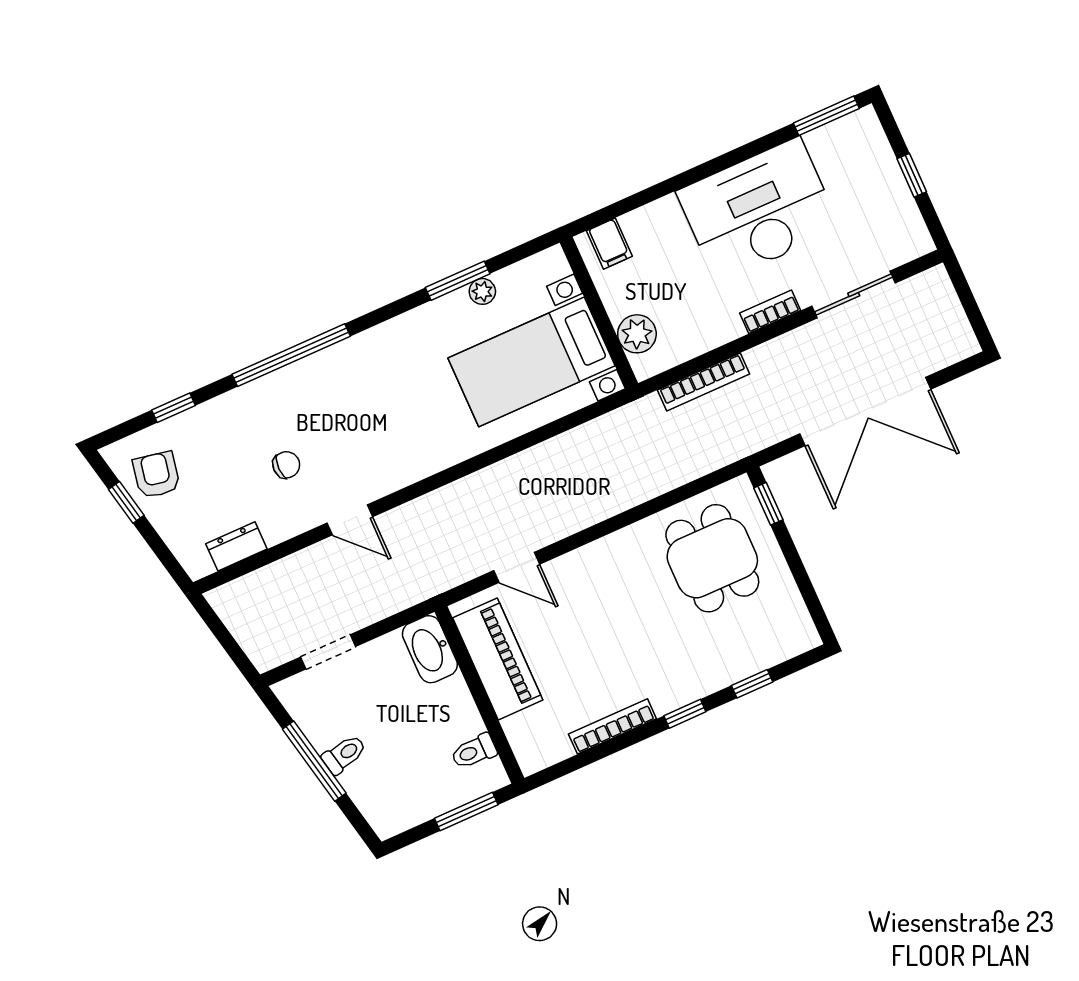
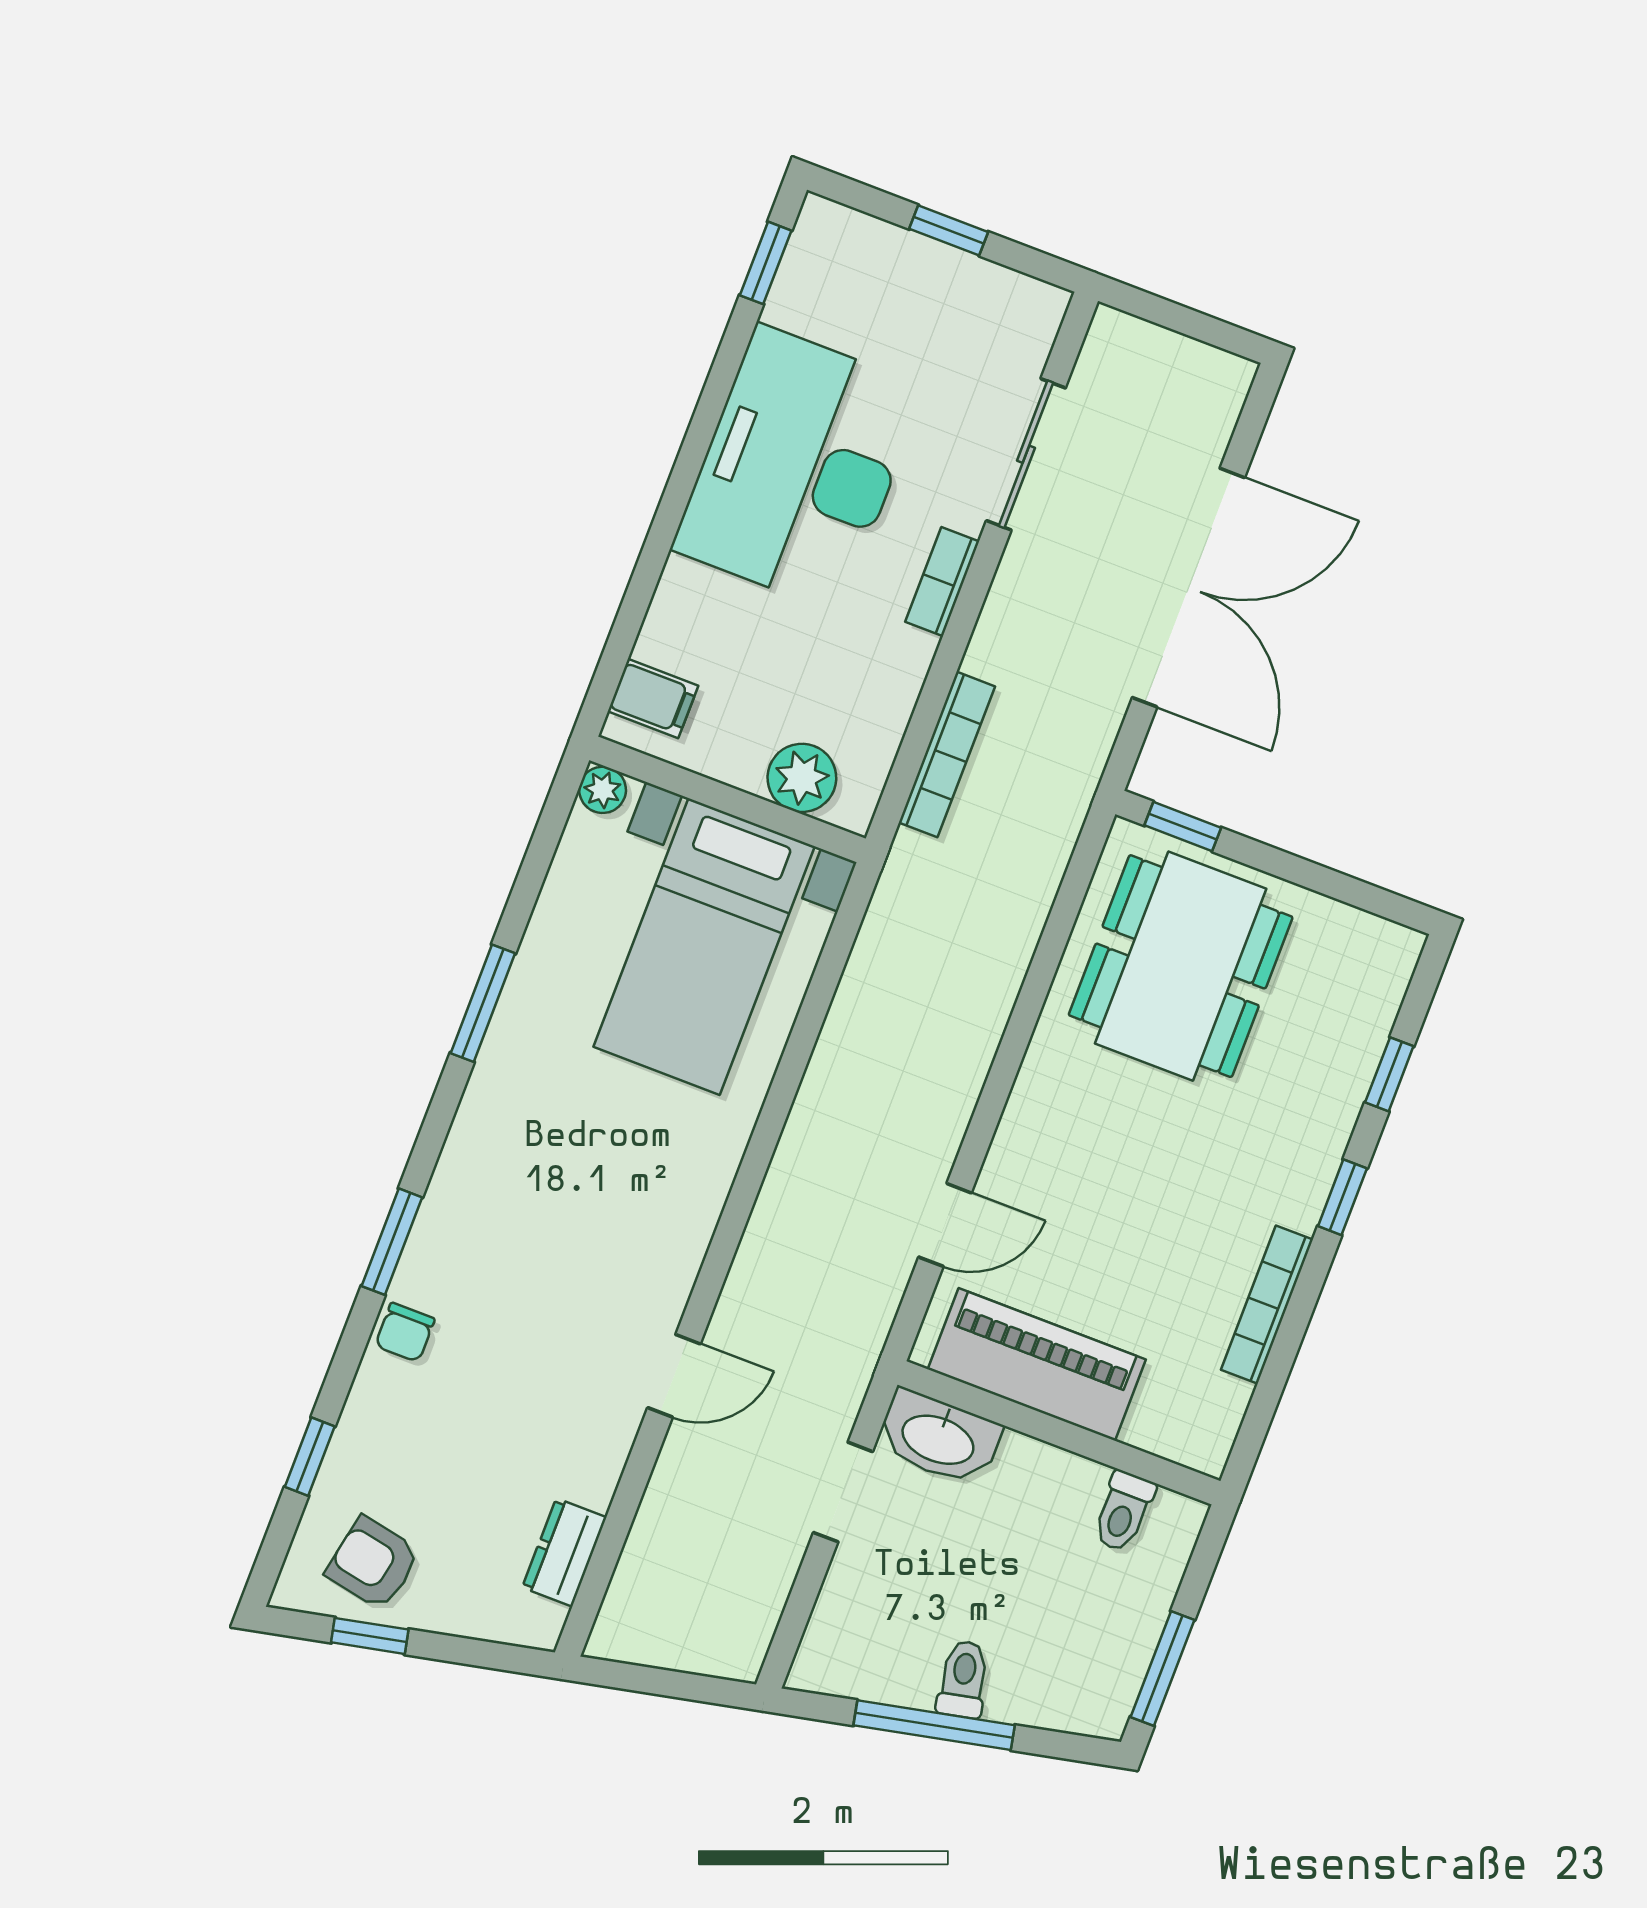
window: (826, 116) -> (766, 263), width x0.67
window: (458, 281) -> (483, 1003), moved
plant: (482, 291) -> (603, 790), moved
window: (291, 355) -> (392, 1242), width x0.47
chair: (286, 465) -> (405, 1332), moved, turned 180
dining table: (712, 558) -> (1181, 966), width x1.37
doorway: (328, 652) -> (843, 1492), moved
window: (466, 812) -> (1162, 1668), moved

